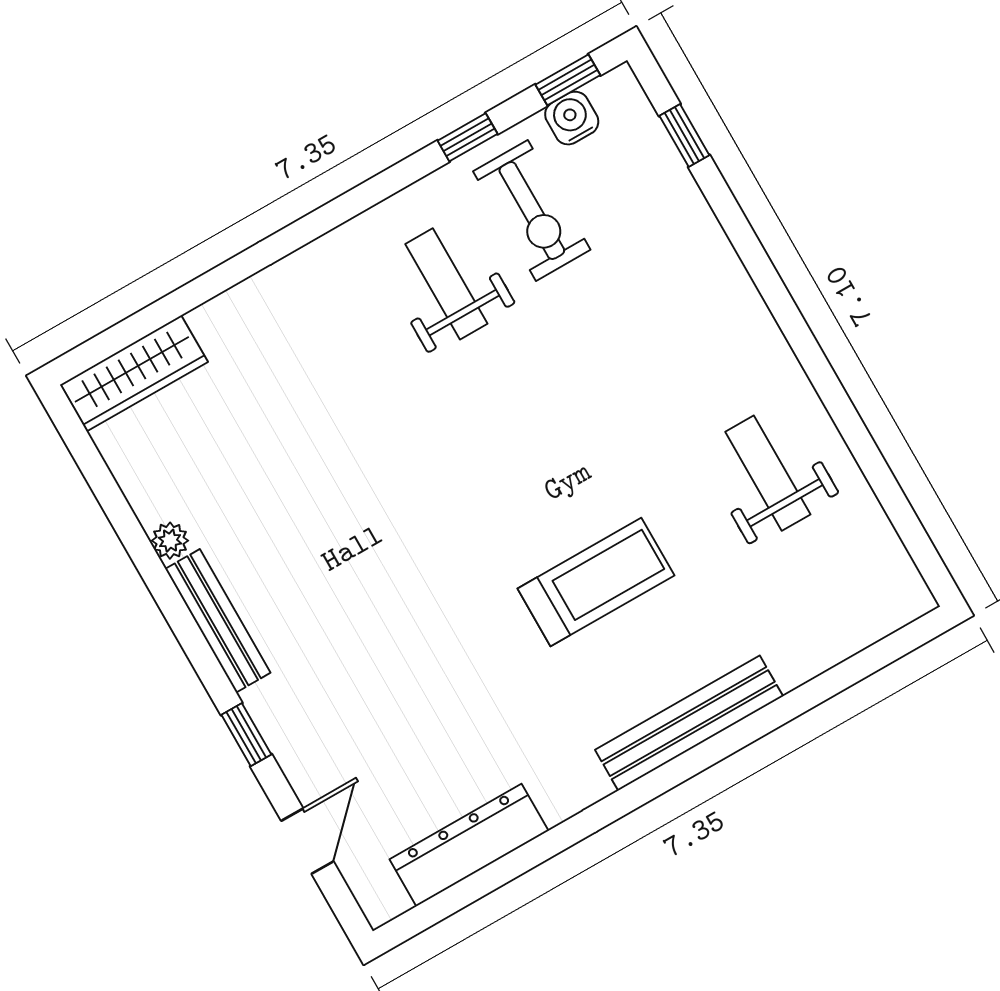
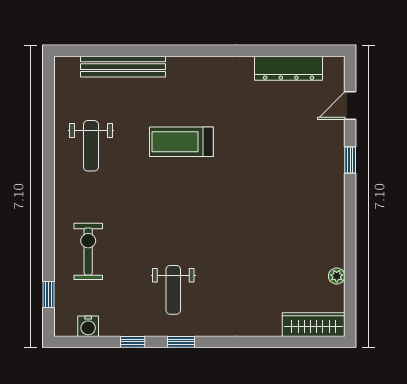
window: (568, 80) -> (181, 342), moved
exercise bike: (532, 210) -> (88, 251), moved
plant: (170, 541) -> (337, 276), moved
bench: (218, 621) -> (336, 210), removed
bench: (689, 723) -> (123, 67), moved

